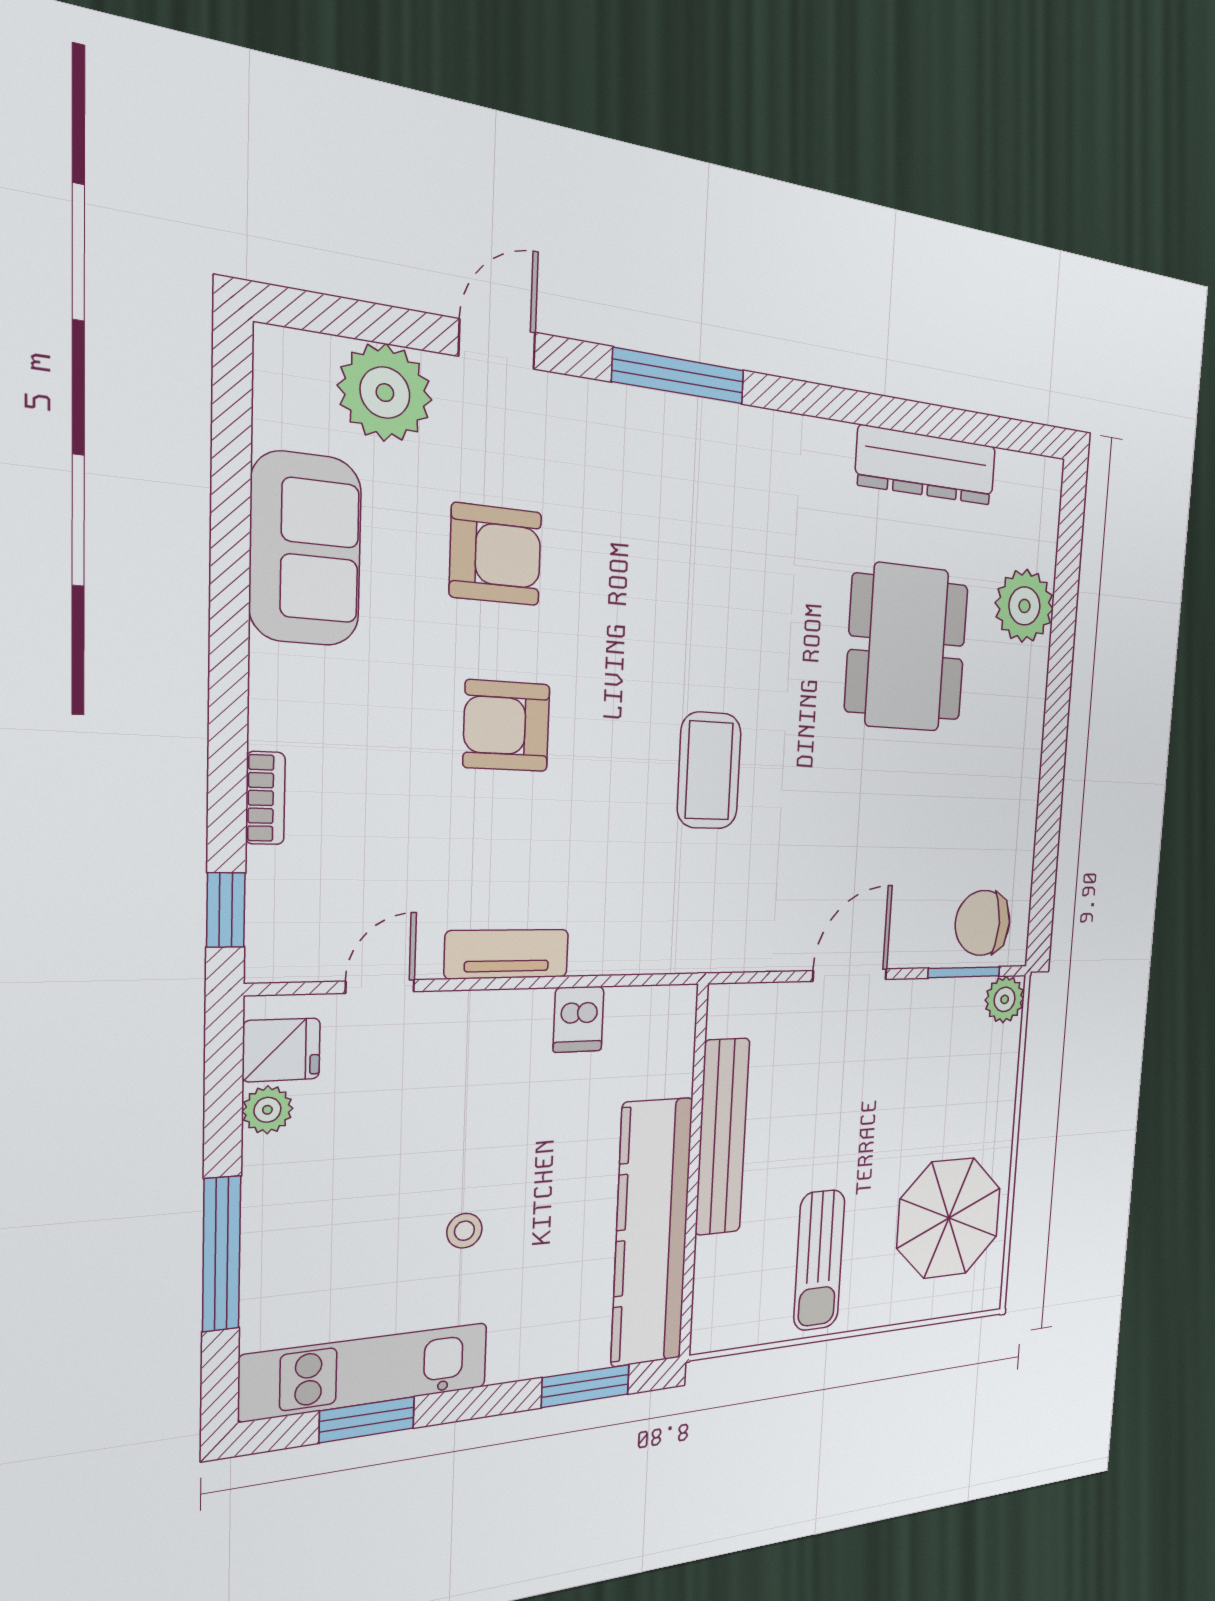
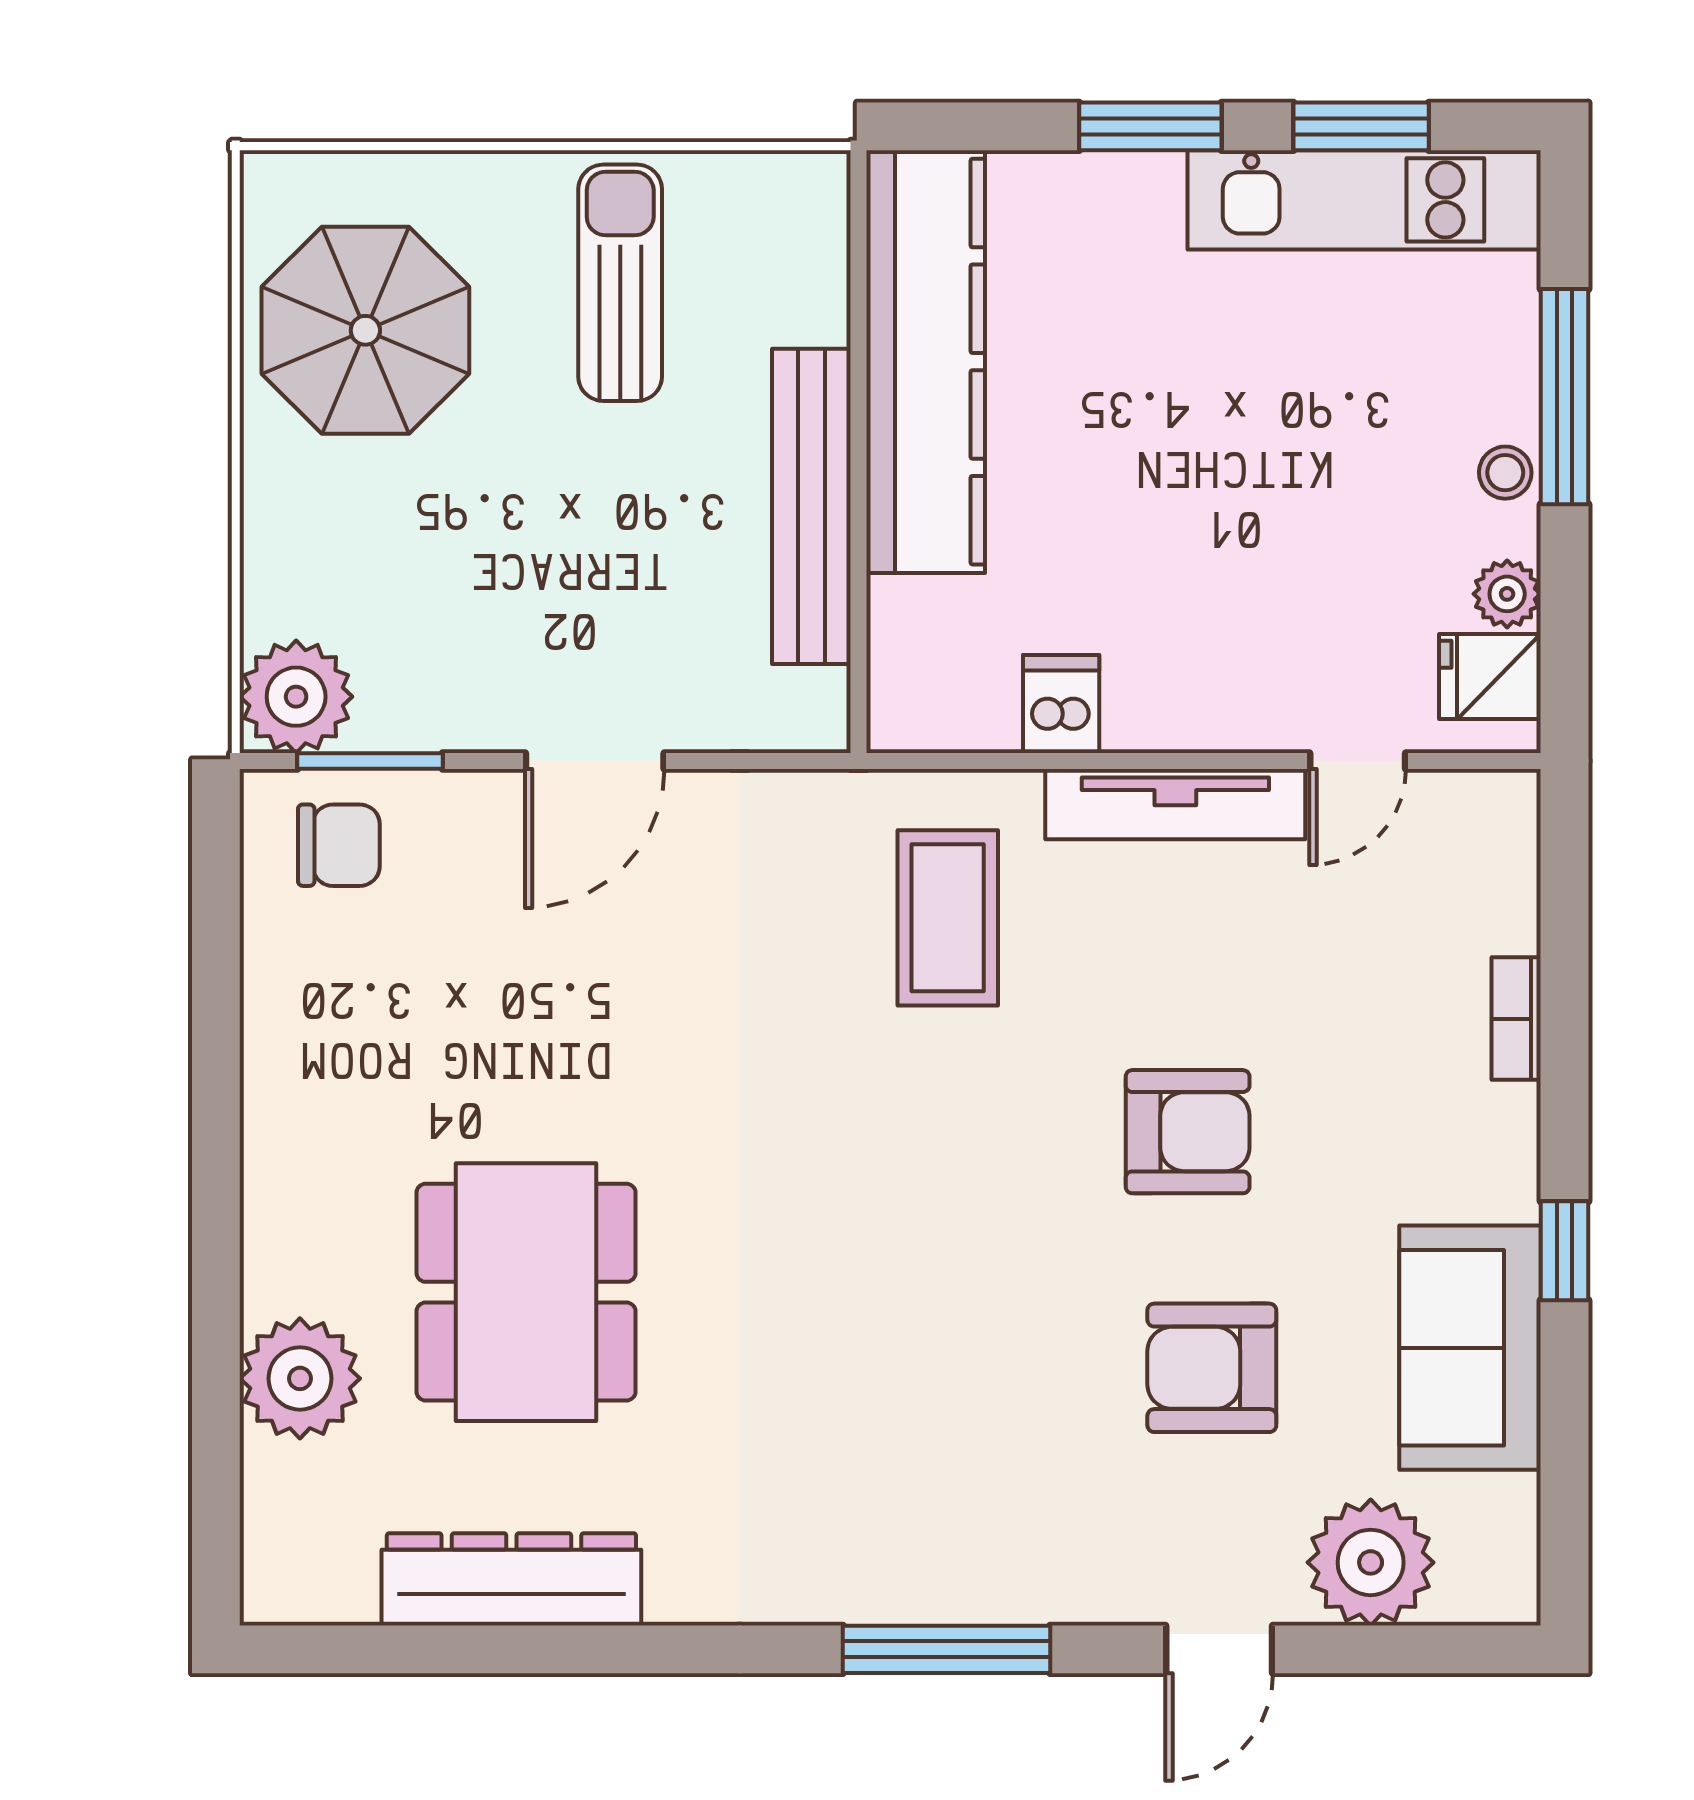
coffee table: (709, 771) -> (948, 918), moved
window: (226, 910) -> (1564, 1251), moved
chair: (983, 923) -> (339, 845), width x0.73, depth x0.73
tv unit: (507, 954) -> (1175, 804), width x1.41
plant: (1005, 999) -> (296, 697), width x1.36, depth x1.36
stool: (464, 1231) -> (1505, 473), moved
window: (586, 1386) -> (1150, 126), moved

